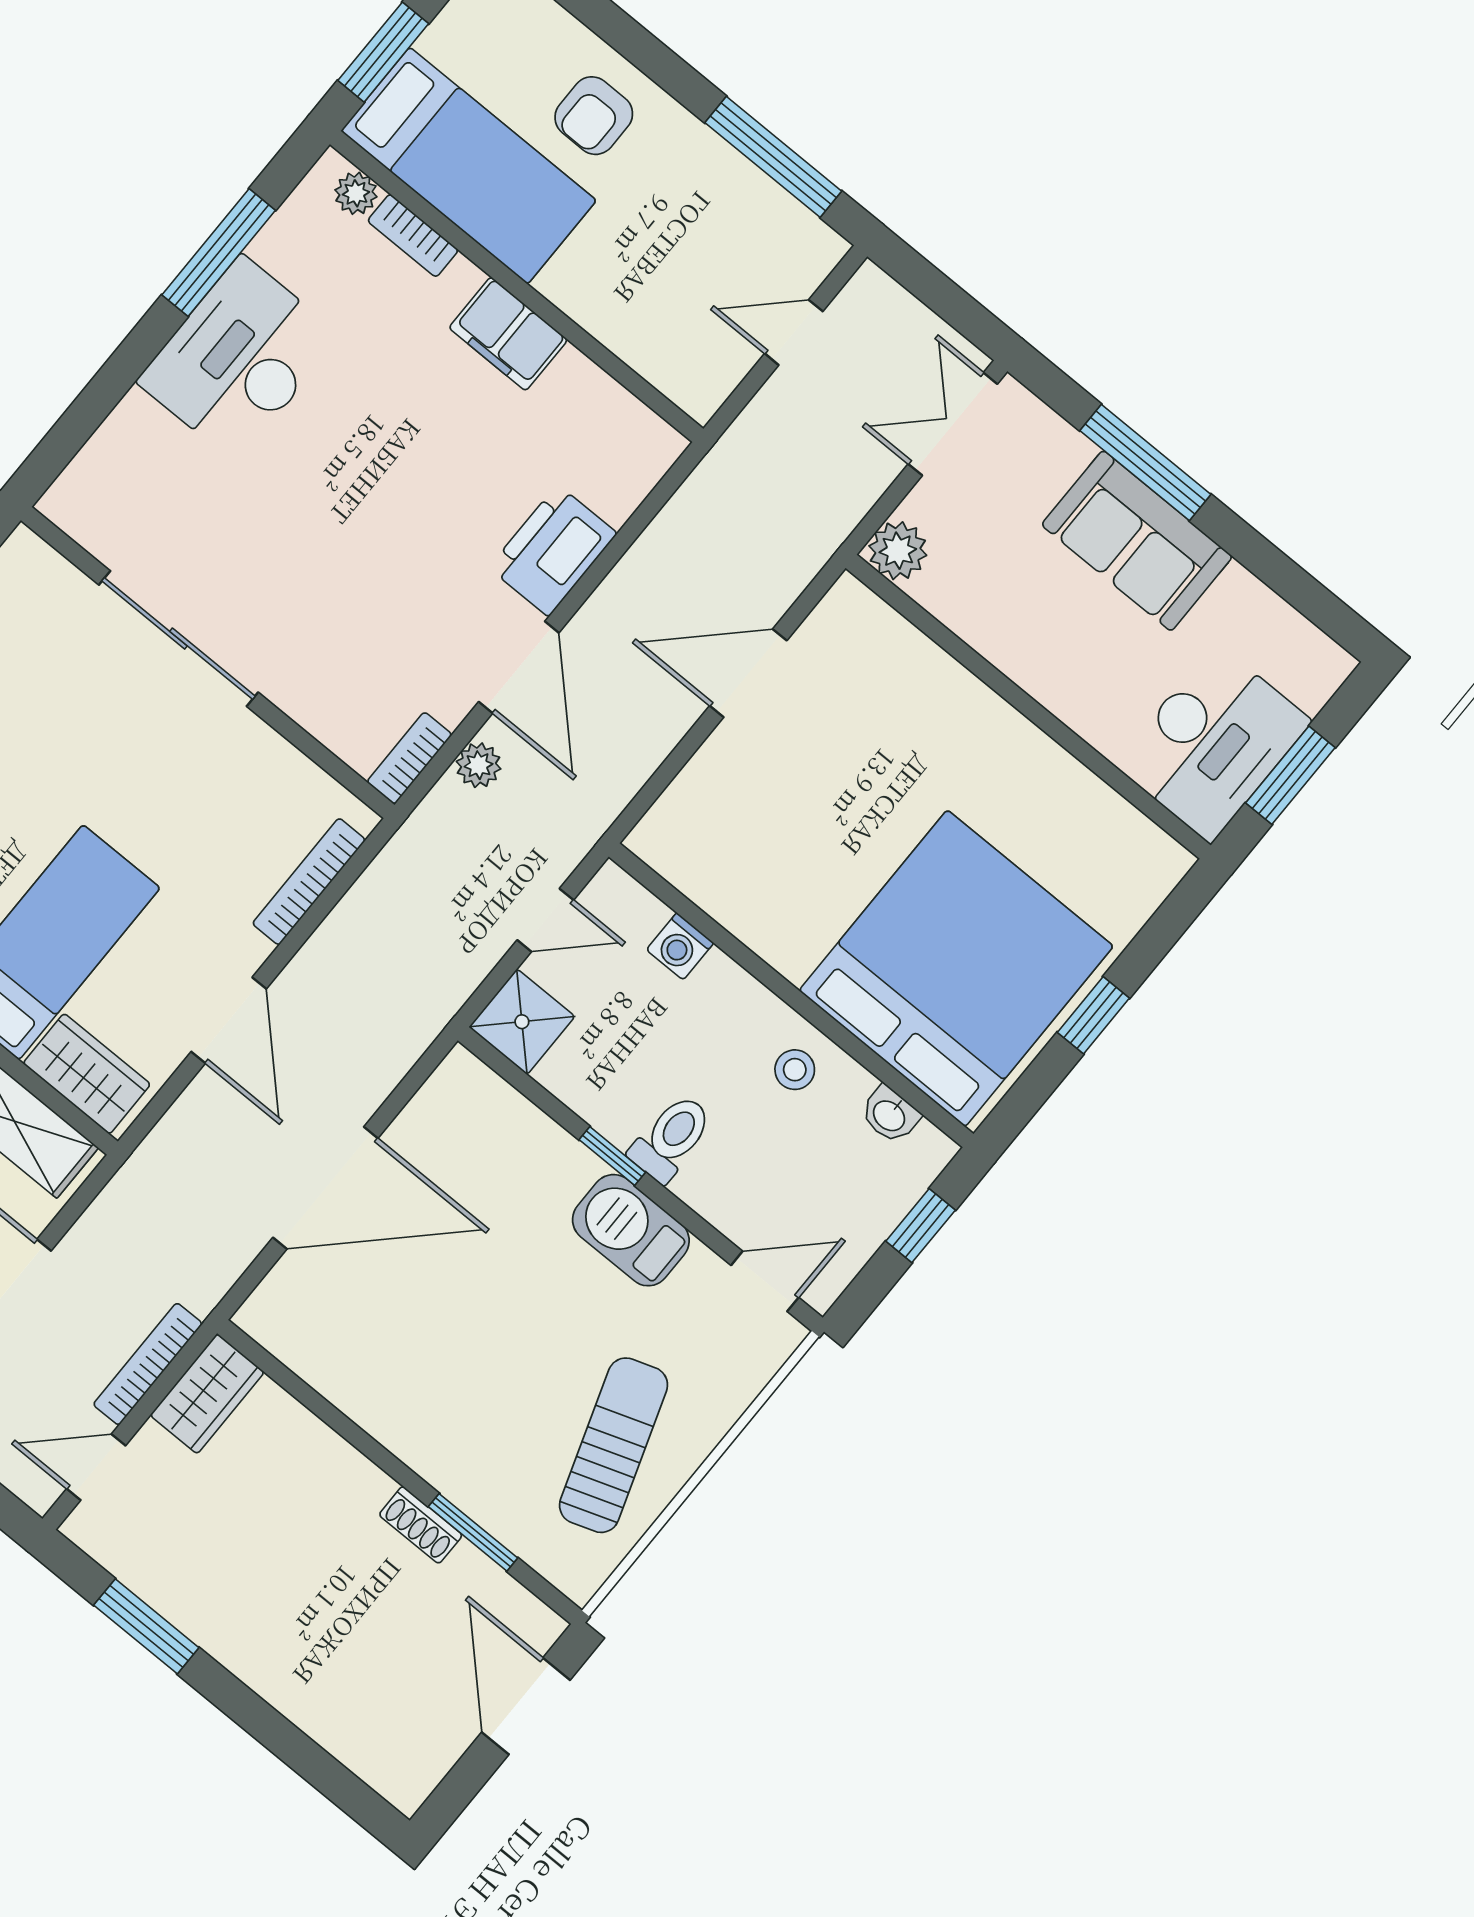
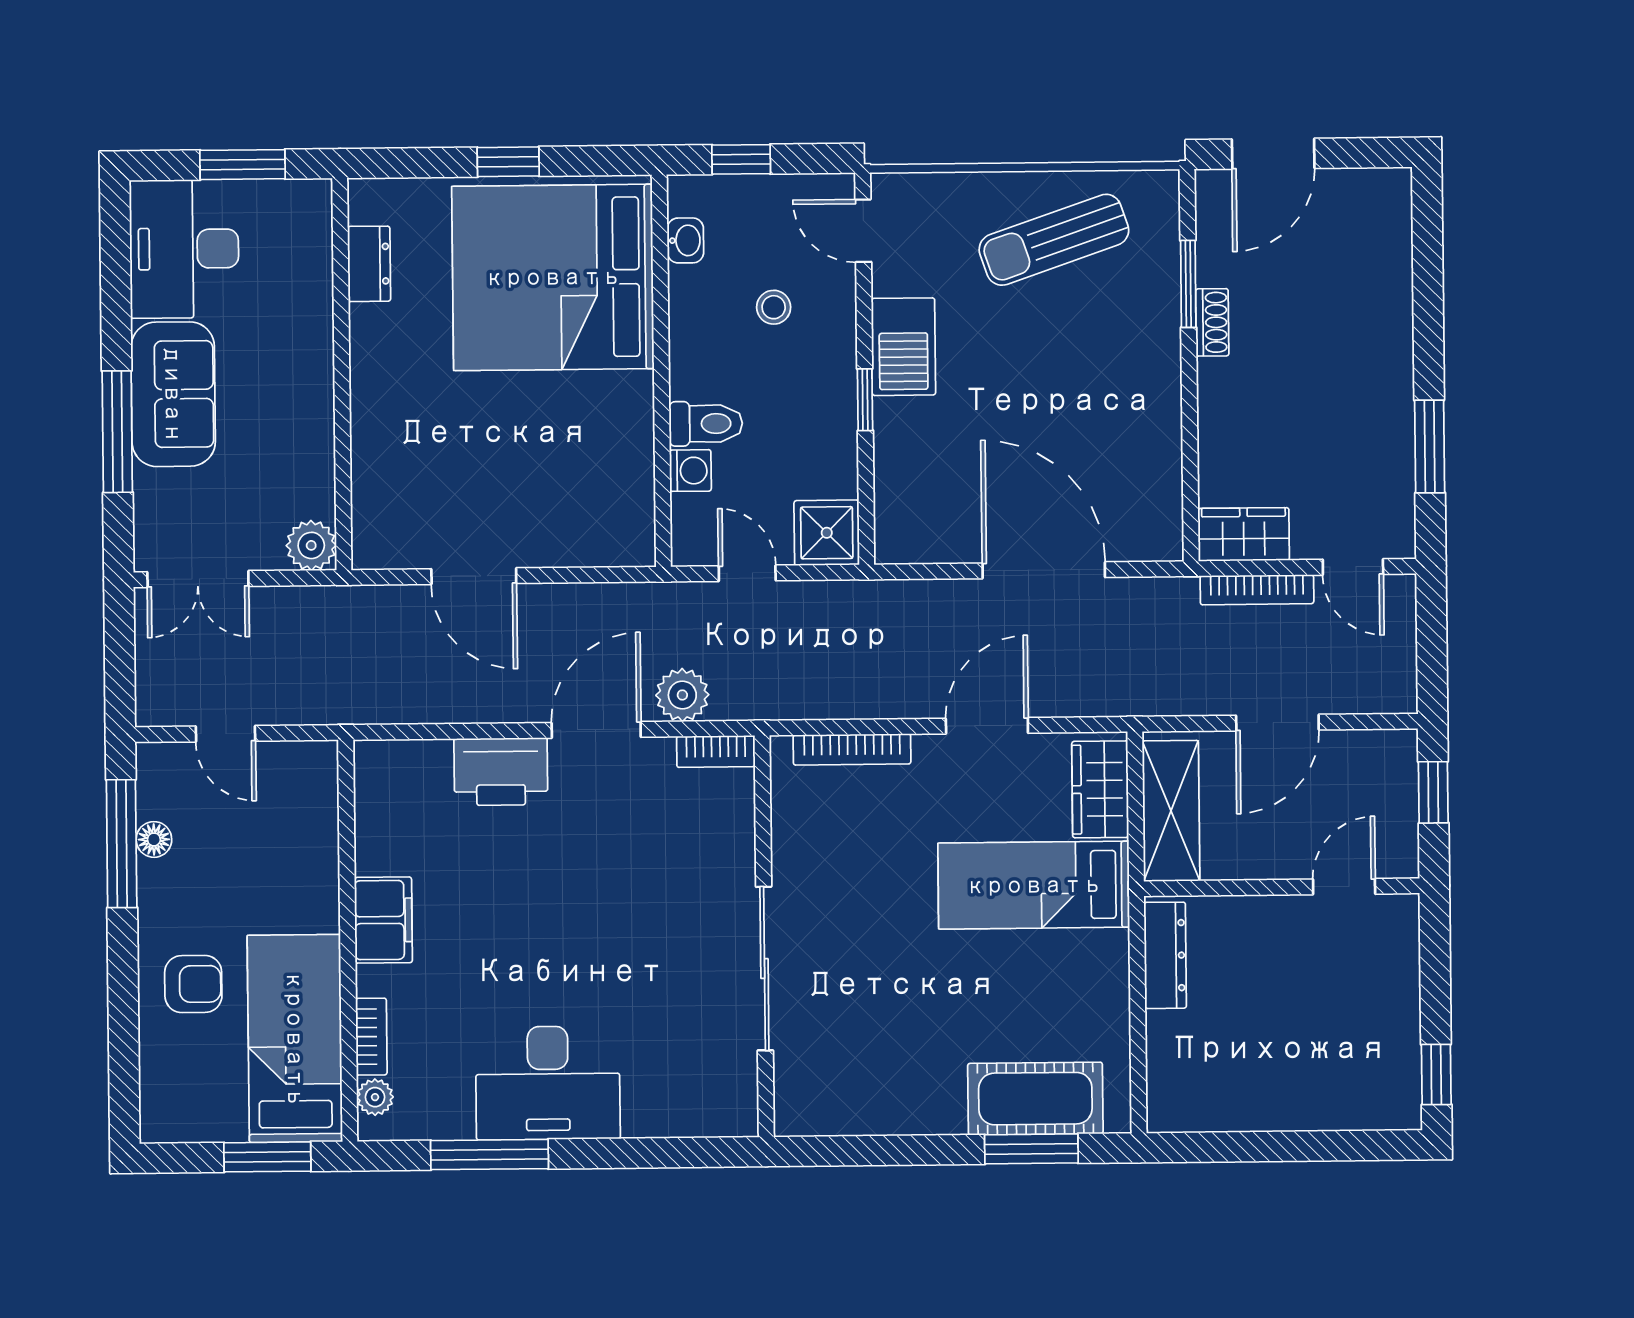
floor lamp: (753, 189) -> (154, 839), added
desk: (1213, 743) -> (184, 249), moved, turned -90
plant: (479, 765) -> (682, 695), width x1.38, depth x1.38
dresser: (1107, 814) -> (369, 264), added
stool: (795, 1070) -> (774, 307), moved
toilet: (671, 1138) -> (706, 424), moved, turned 180

